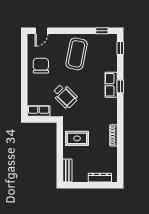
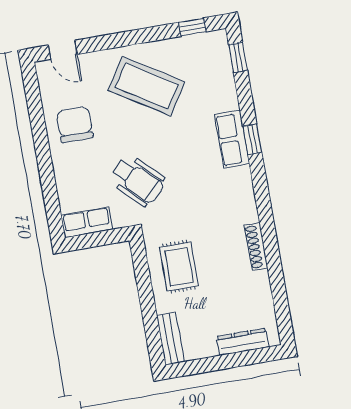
door: (41, 31) -> (63, 50), hinge flipped
coffee table: (77, 54) -> (147, 86), turned -69
rug: (77, 138) -> (179, 267), turned 90

